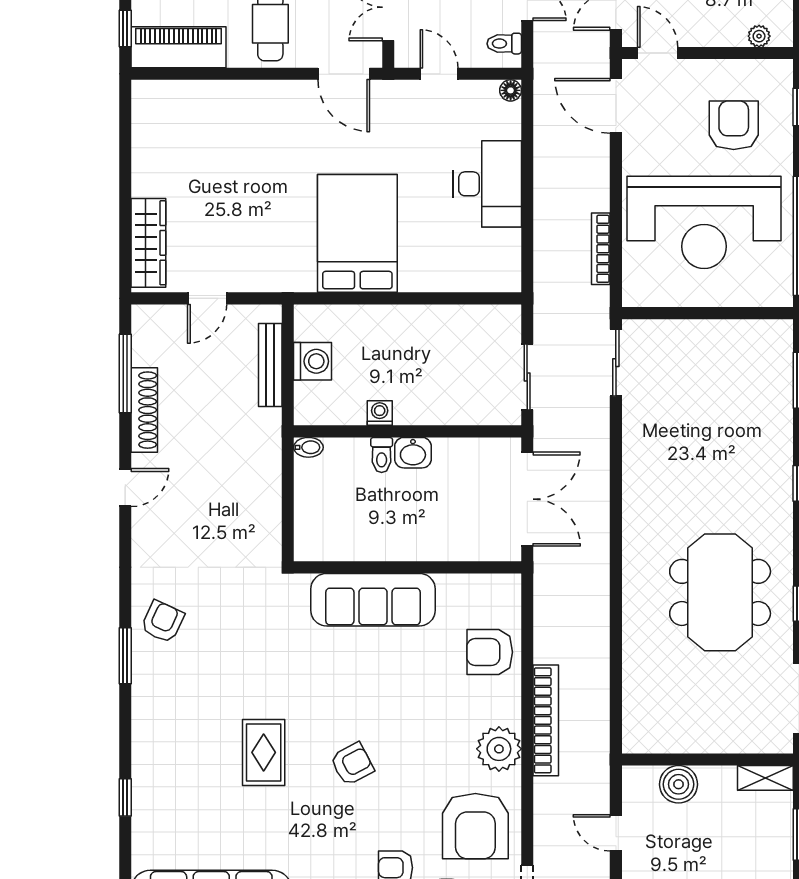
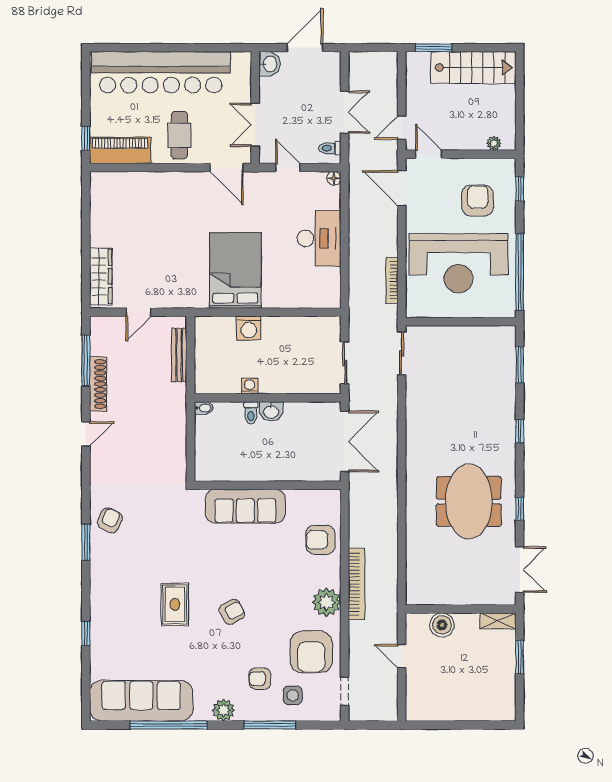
washing machine: (313, 361) -> (249, 328), moved, turned 90

